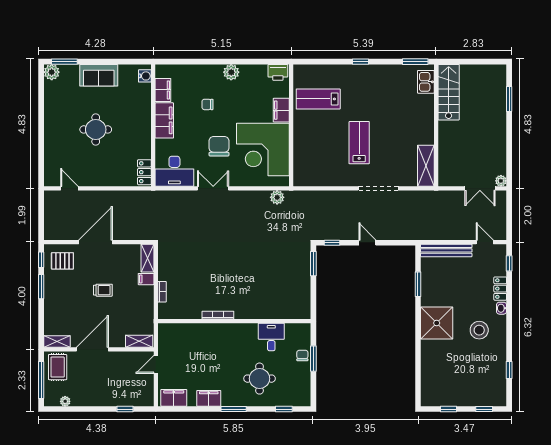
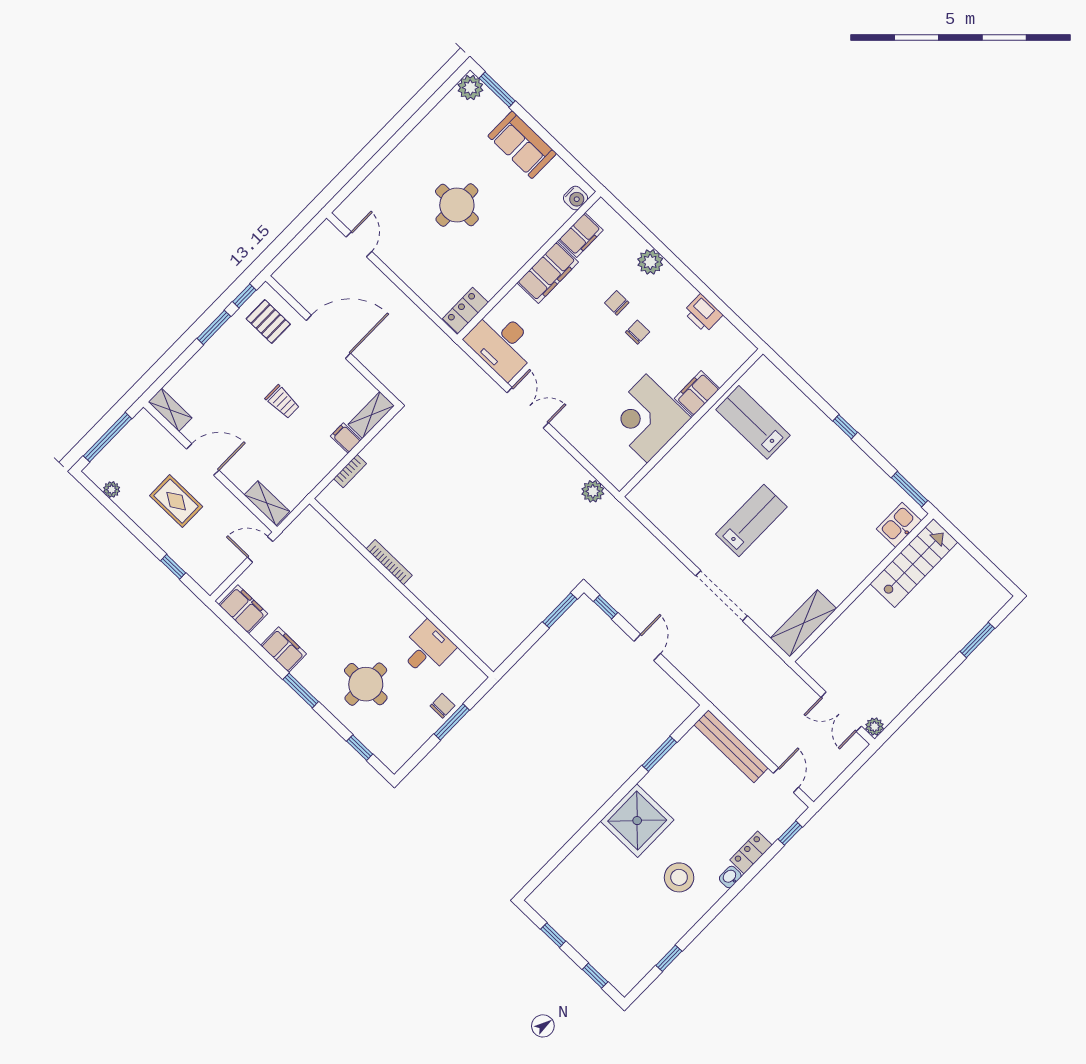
plant: (231, 72) -> (650, 262), moved
printer: (278, 72) -> (703, 313), moved
chair: (219, 146) -> (638, 332), moved, width x0.54, depth x0.54
corner desk: (263, 149) -> (647, 419), width x0.74, depth x0.74
door: (92, 349) -> (203, 460), width x0.73
rug: (58, 367) -> (176, 501), moved, turned 90

